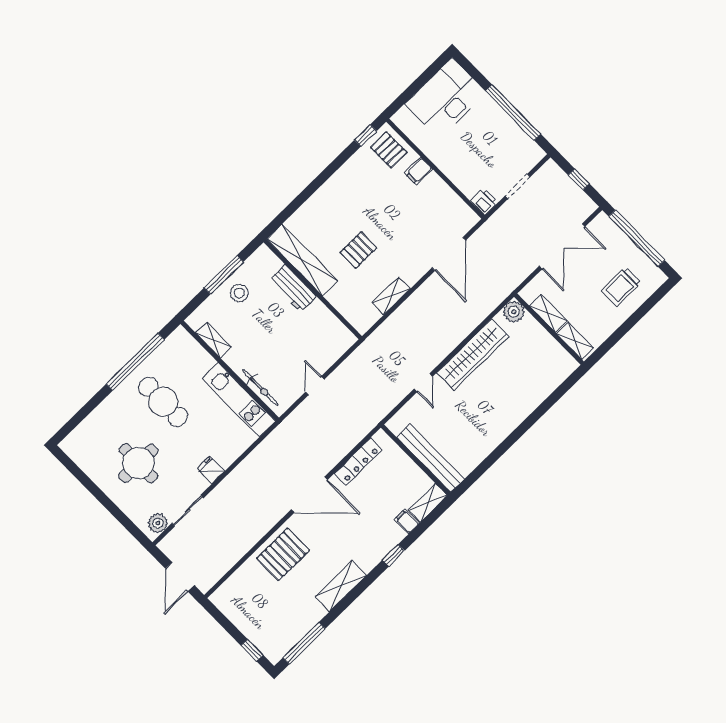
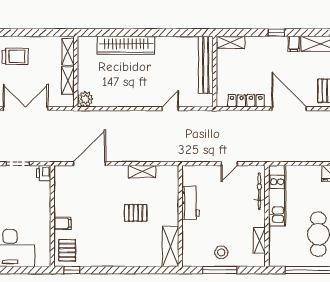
shelving: (302, 260) -> (170, 246), width x0.68
workbench: (293, 288) -> (190, 203), moved
wardrobe: (473, 355) -> (126, 45), moved, turned 180
filing cabinet: (407, 521) -> (294, 44), moved

